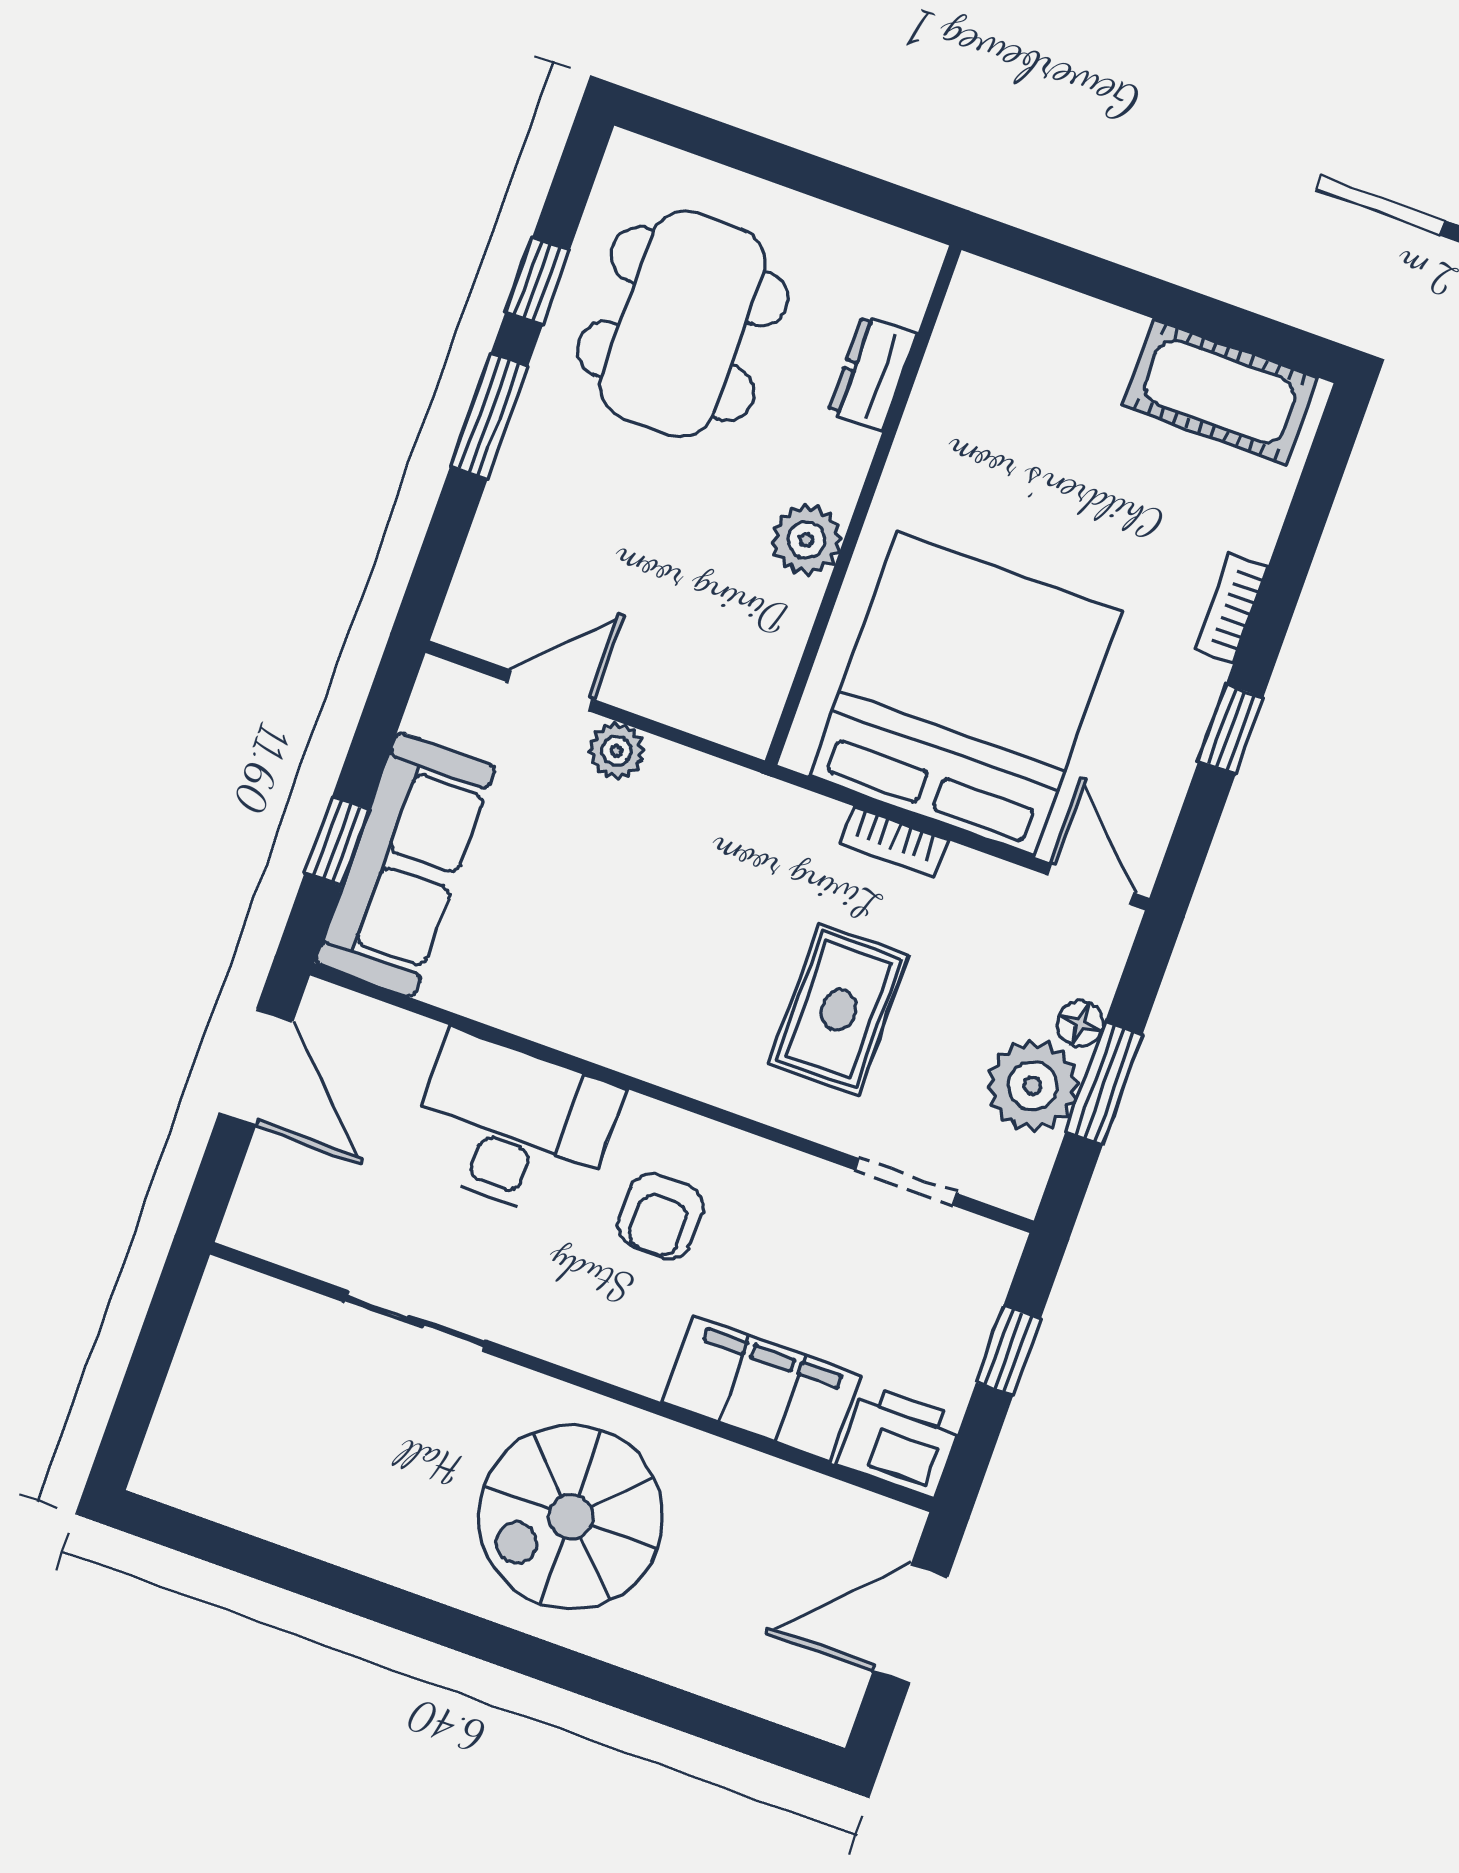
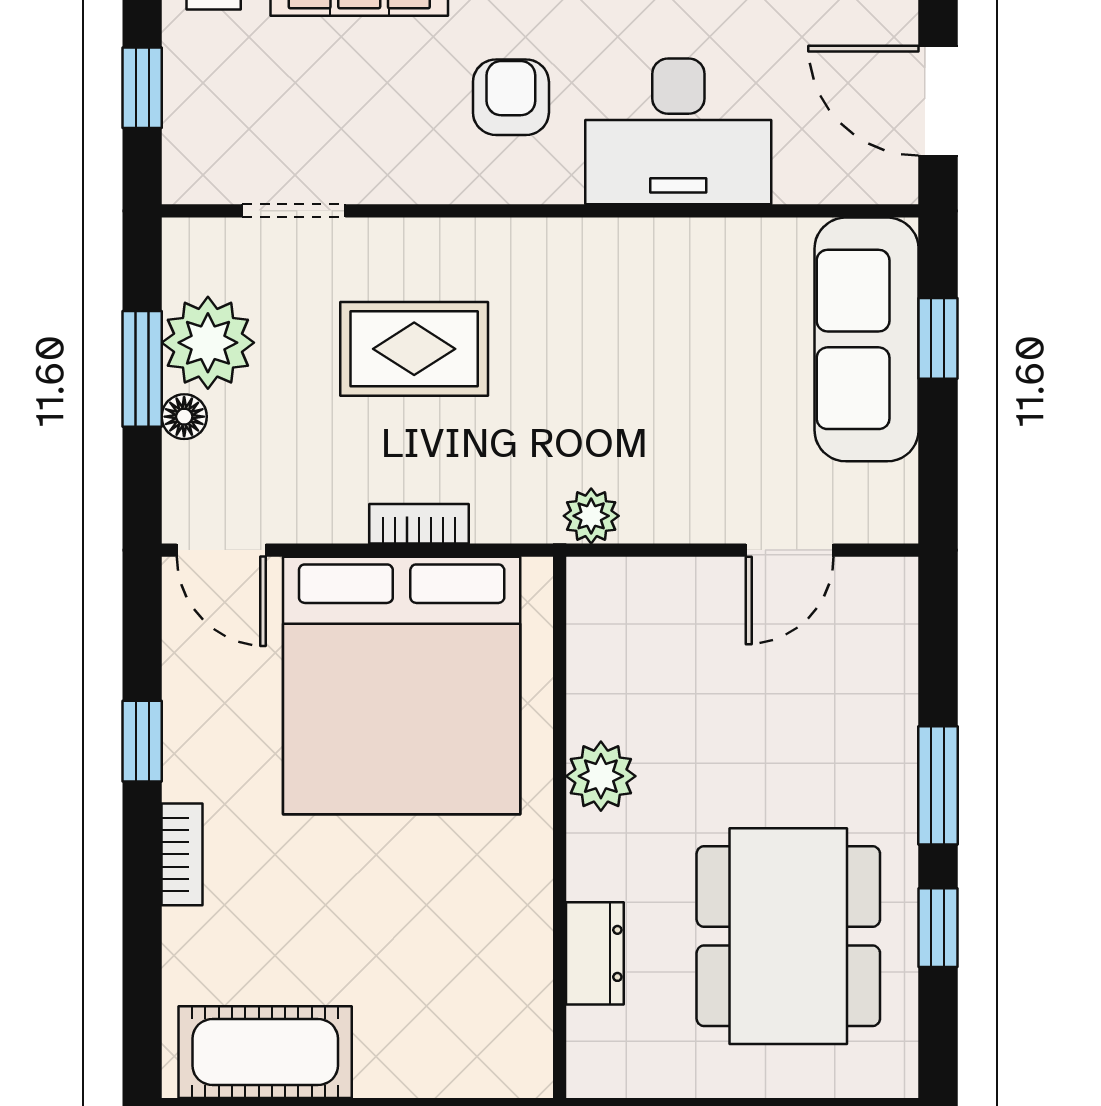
plant: (616, 751) -> (591, 516), moved
rug: (839, 1010) -> (414, 349), turned 90

